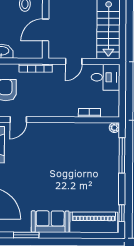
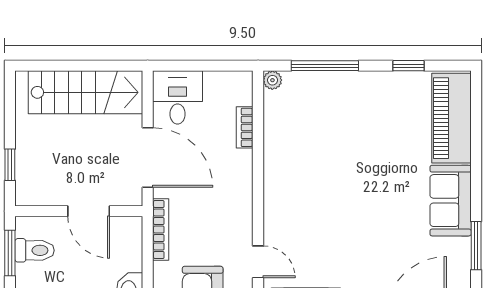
door: (74, 61) -> (148, 158), width x1.87
window: (122, 213) -> (408, 66), moved

